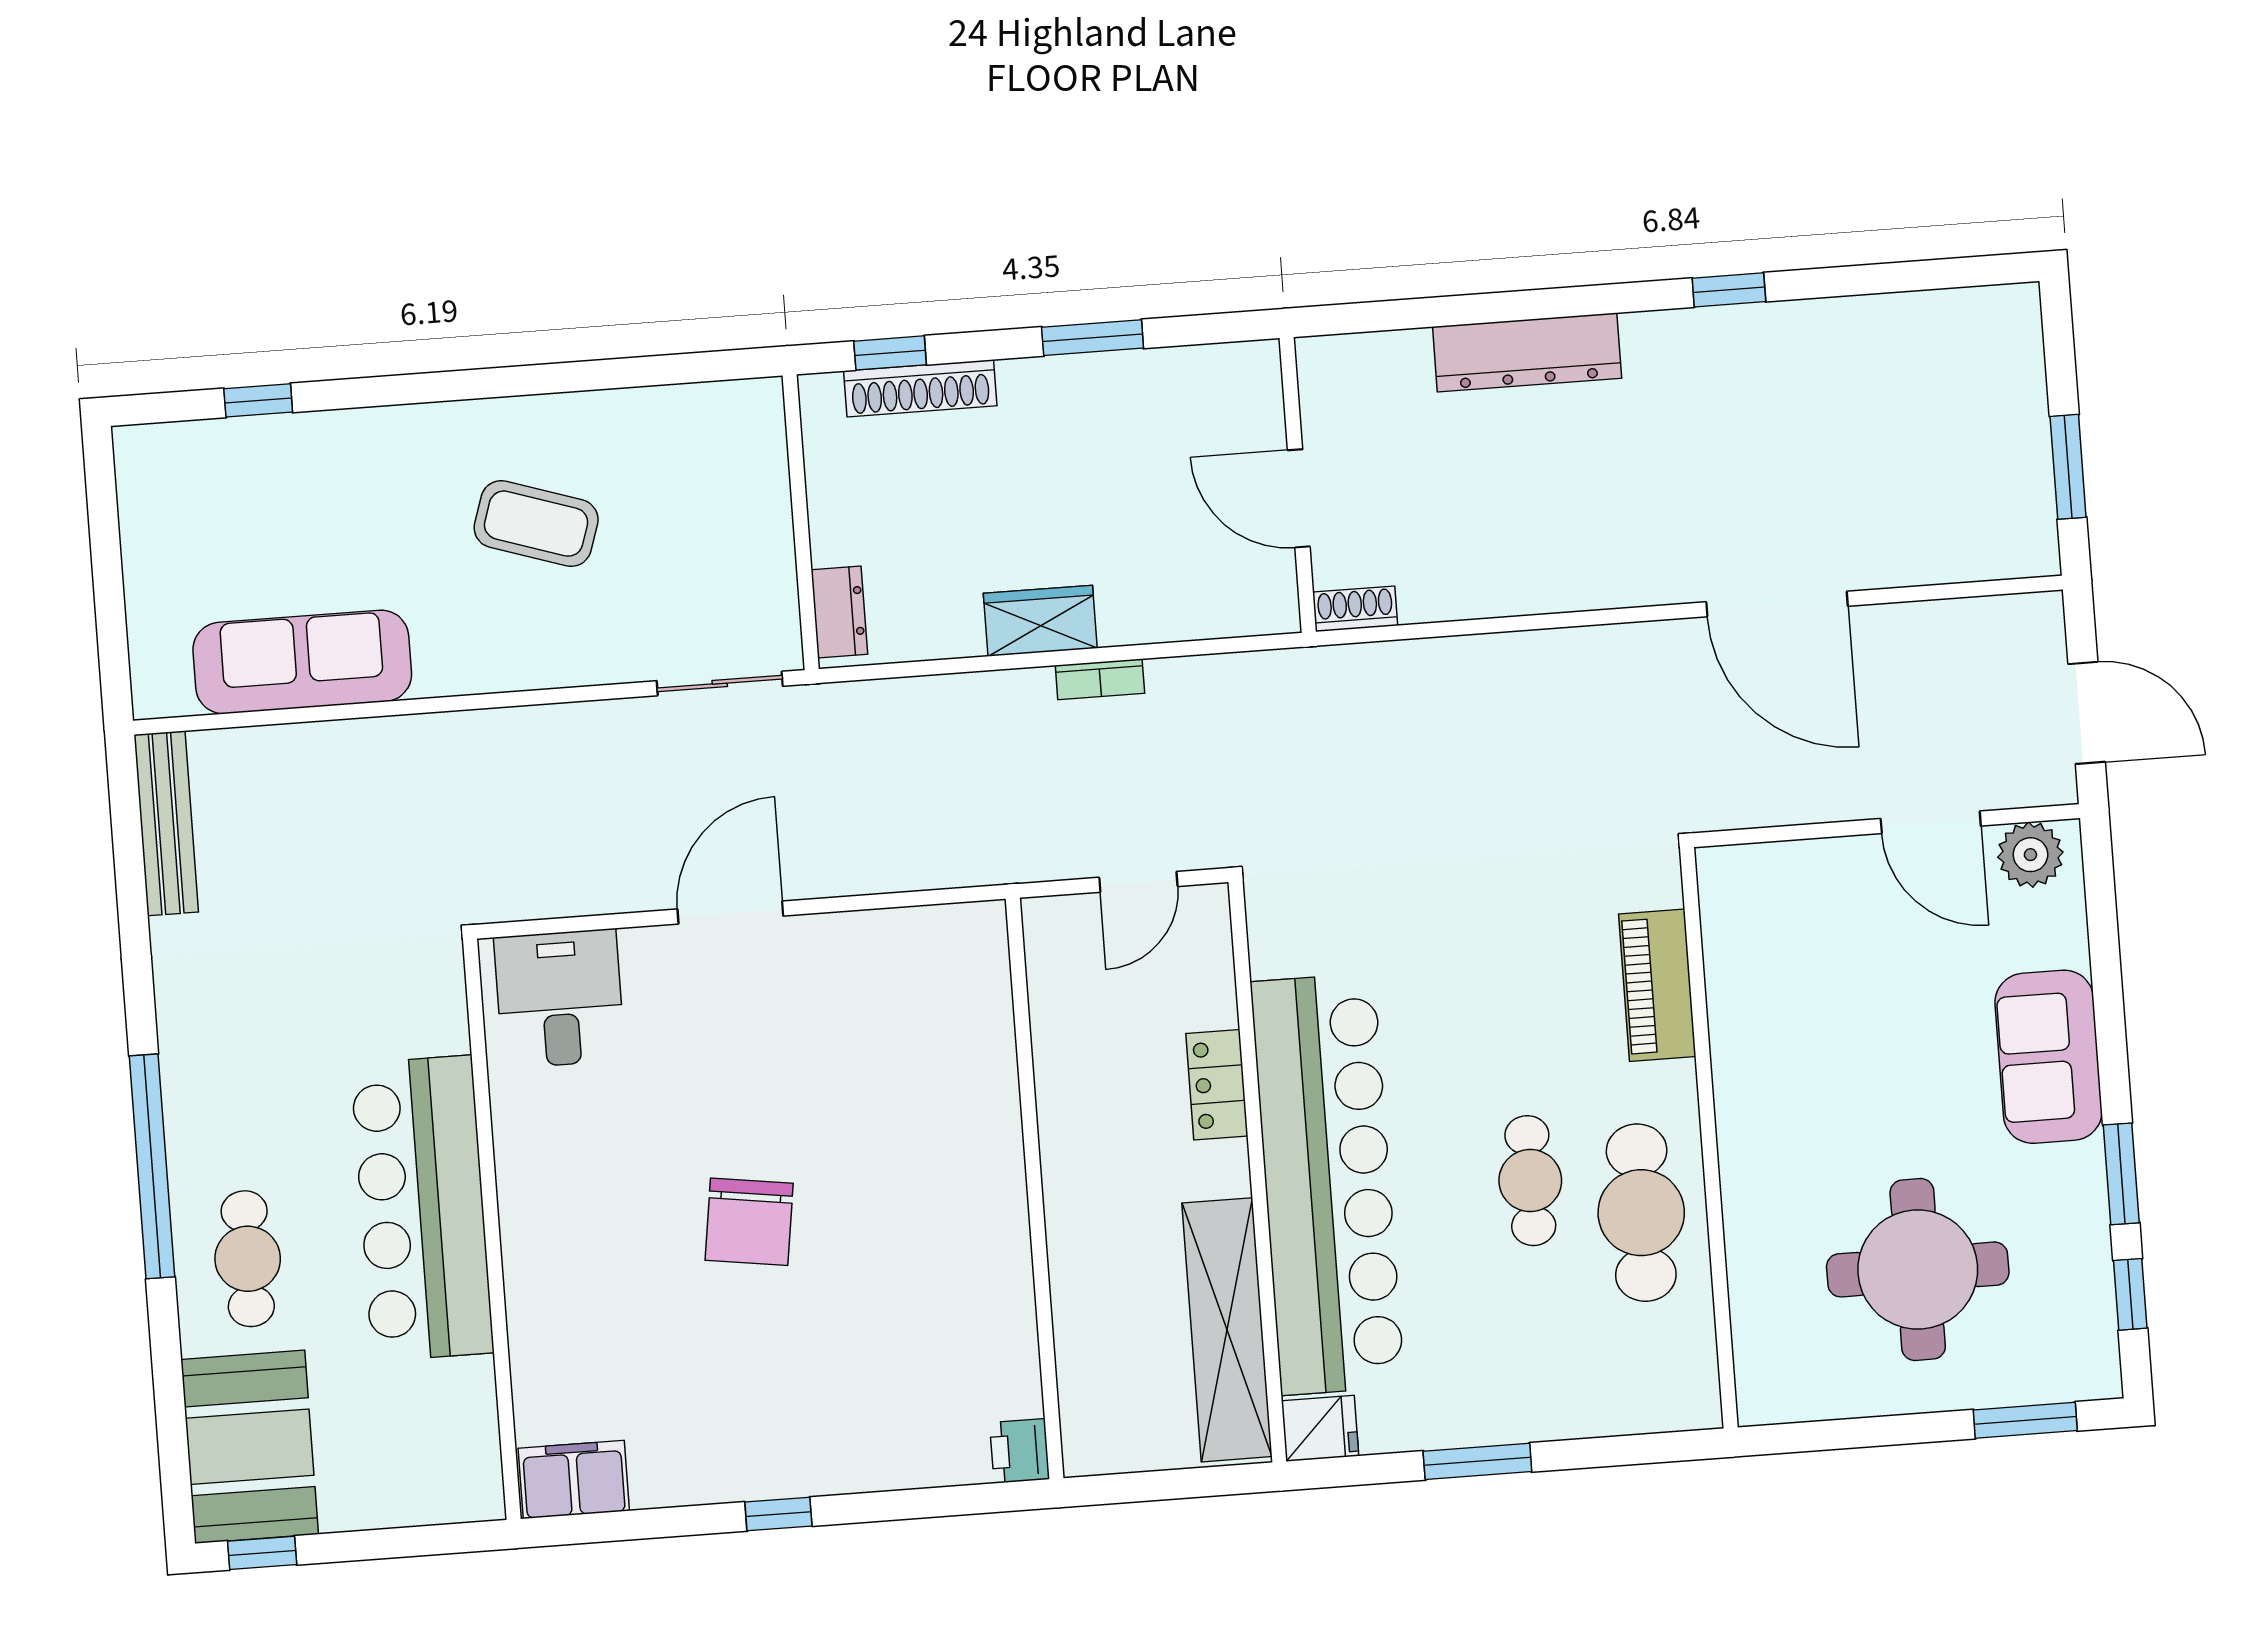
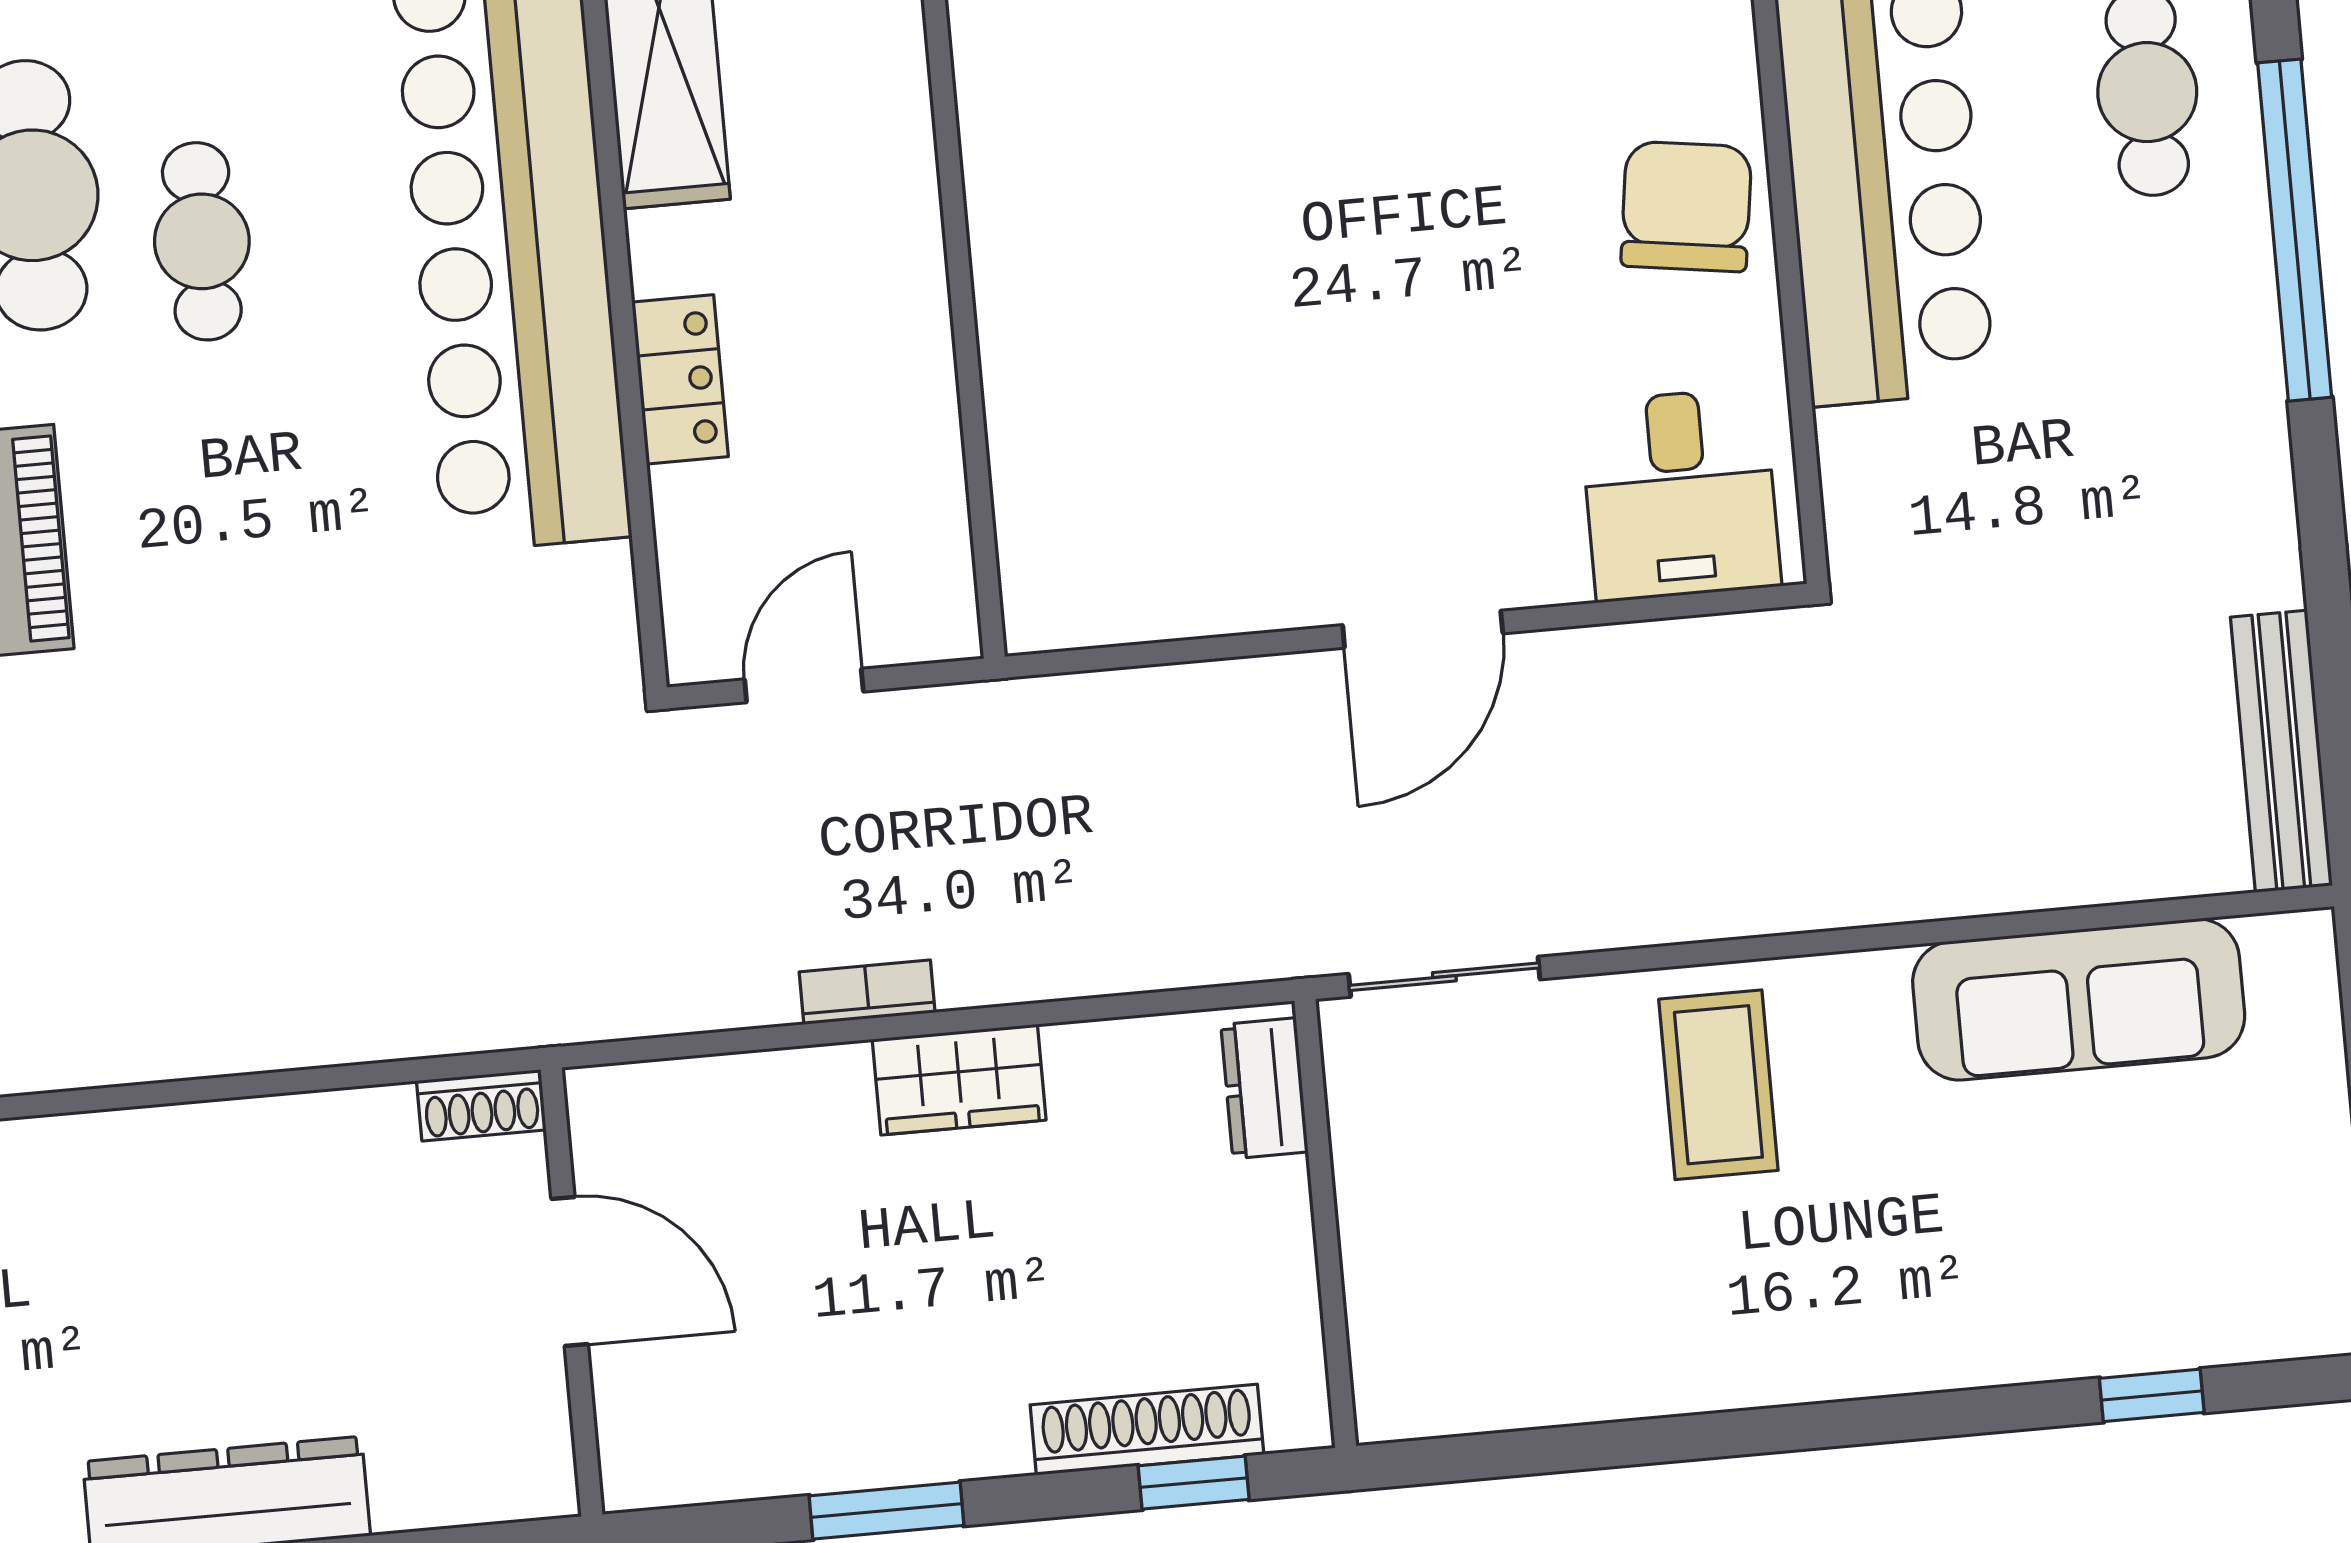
coffee table: (536, 524) -> (1718, 1085), moved, turned 72
chair: (749, 1222) -> (1686, 206), moved

